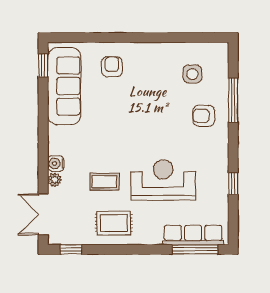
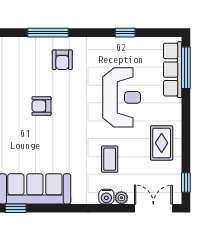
armchair: (112, 67) -> (41, 106), moved
side table: (192, 74) -> (24, 70), removed
reception desk: (163, 180) -> (122, 97), turned 180
coffee table: (104, 182) -> (110, 159), moved
double door: (43, 214) -> (153, 208), swing flipped

